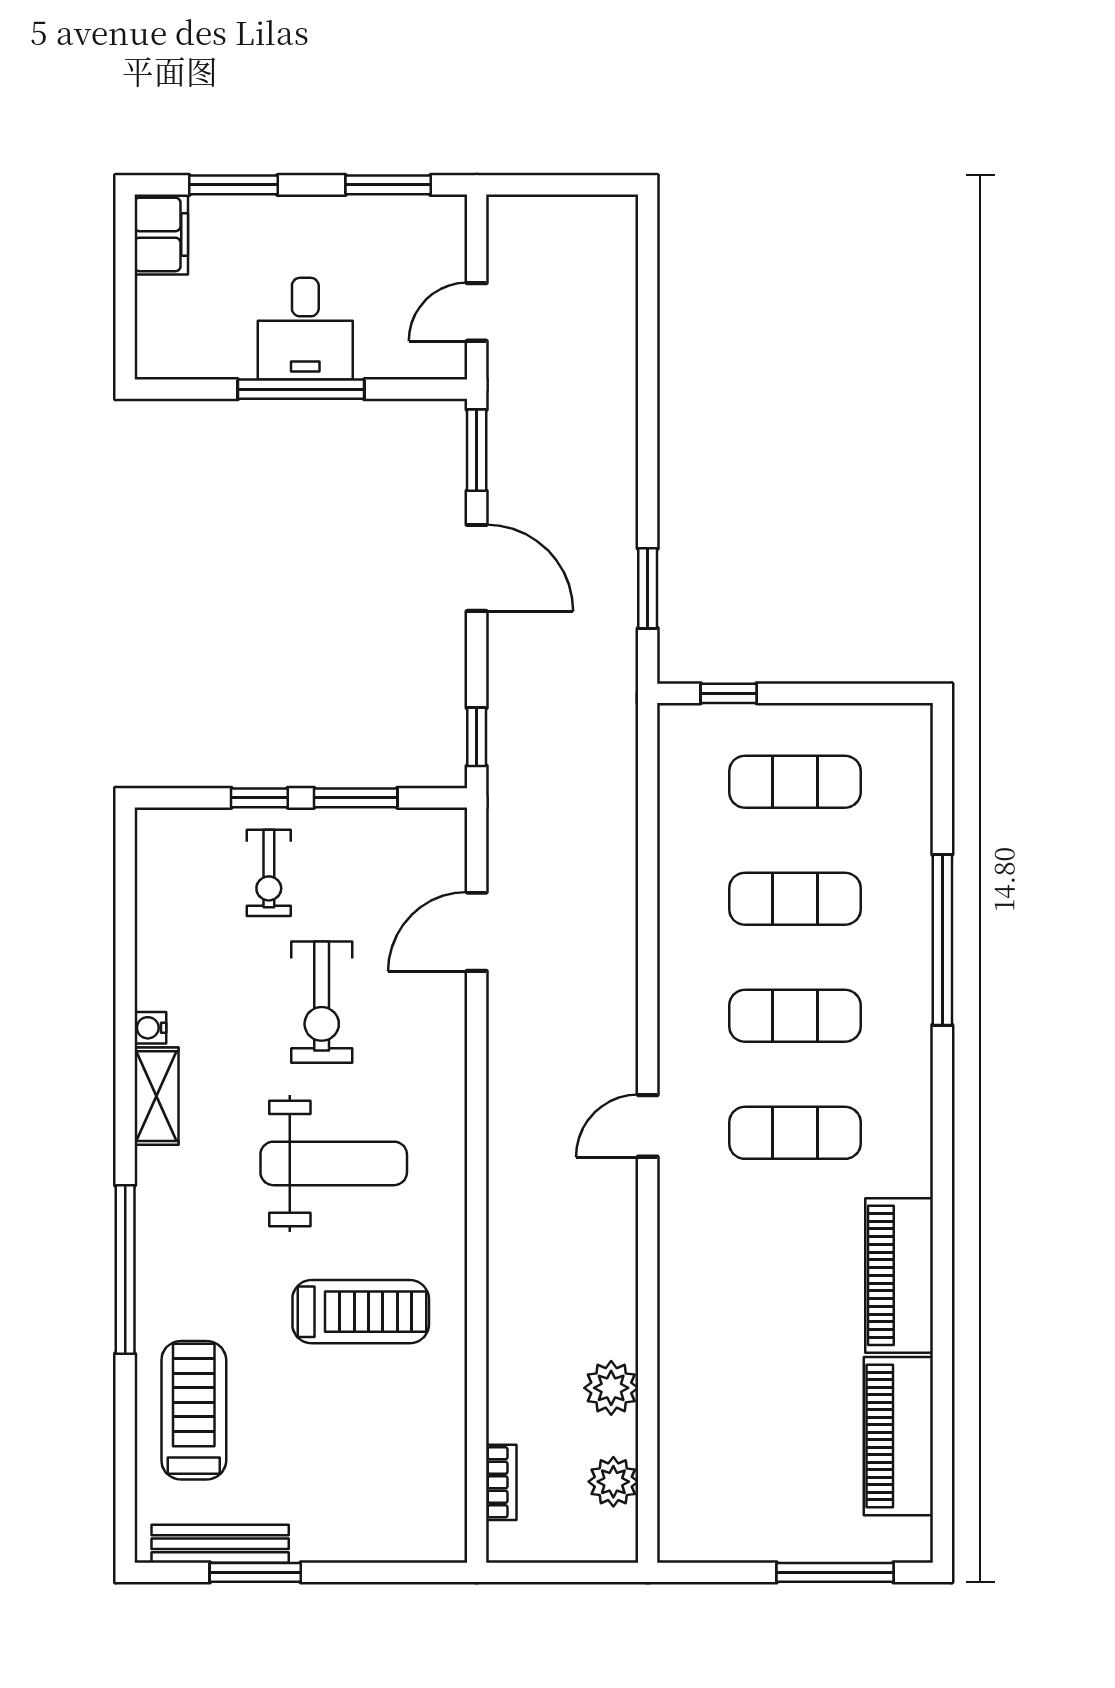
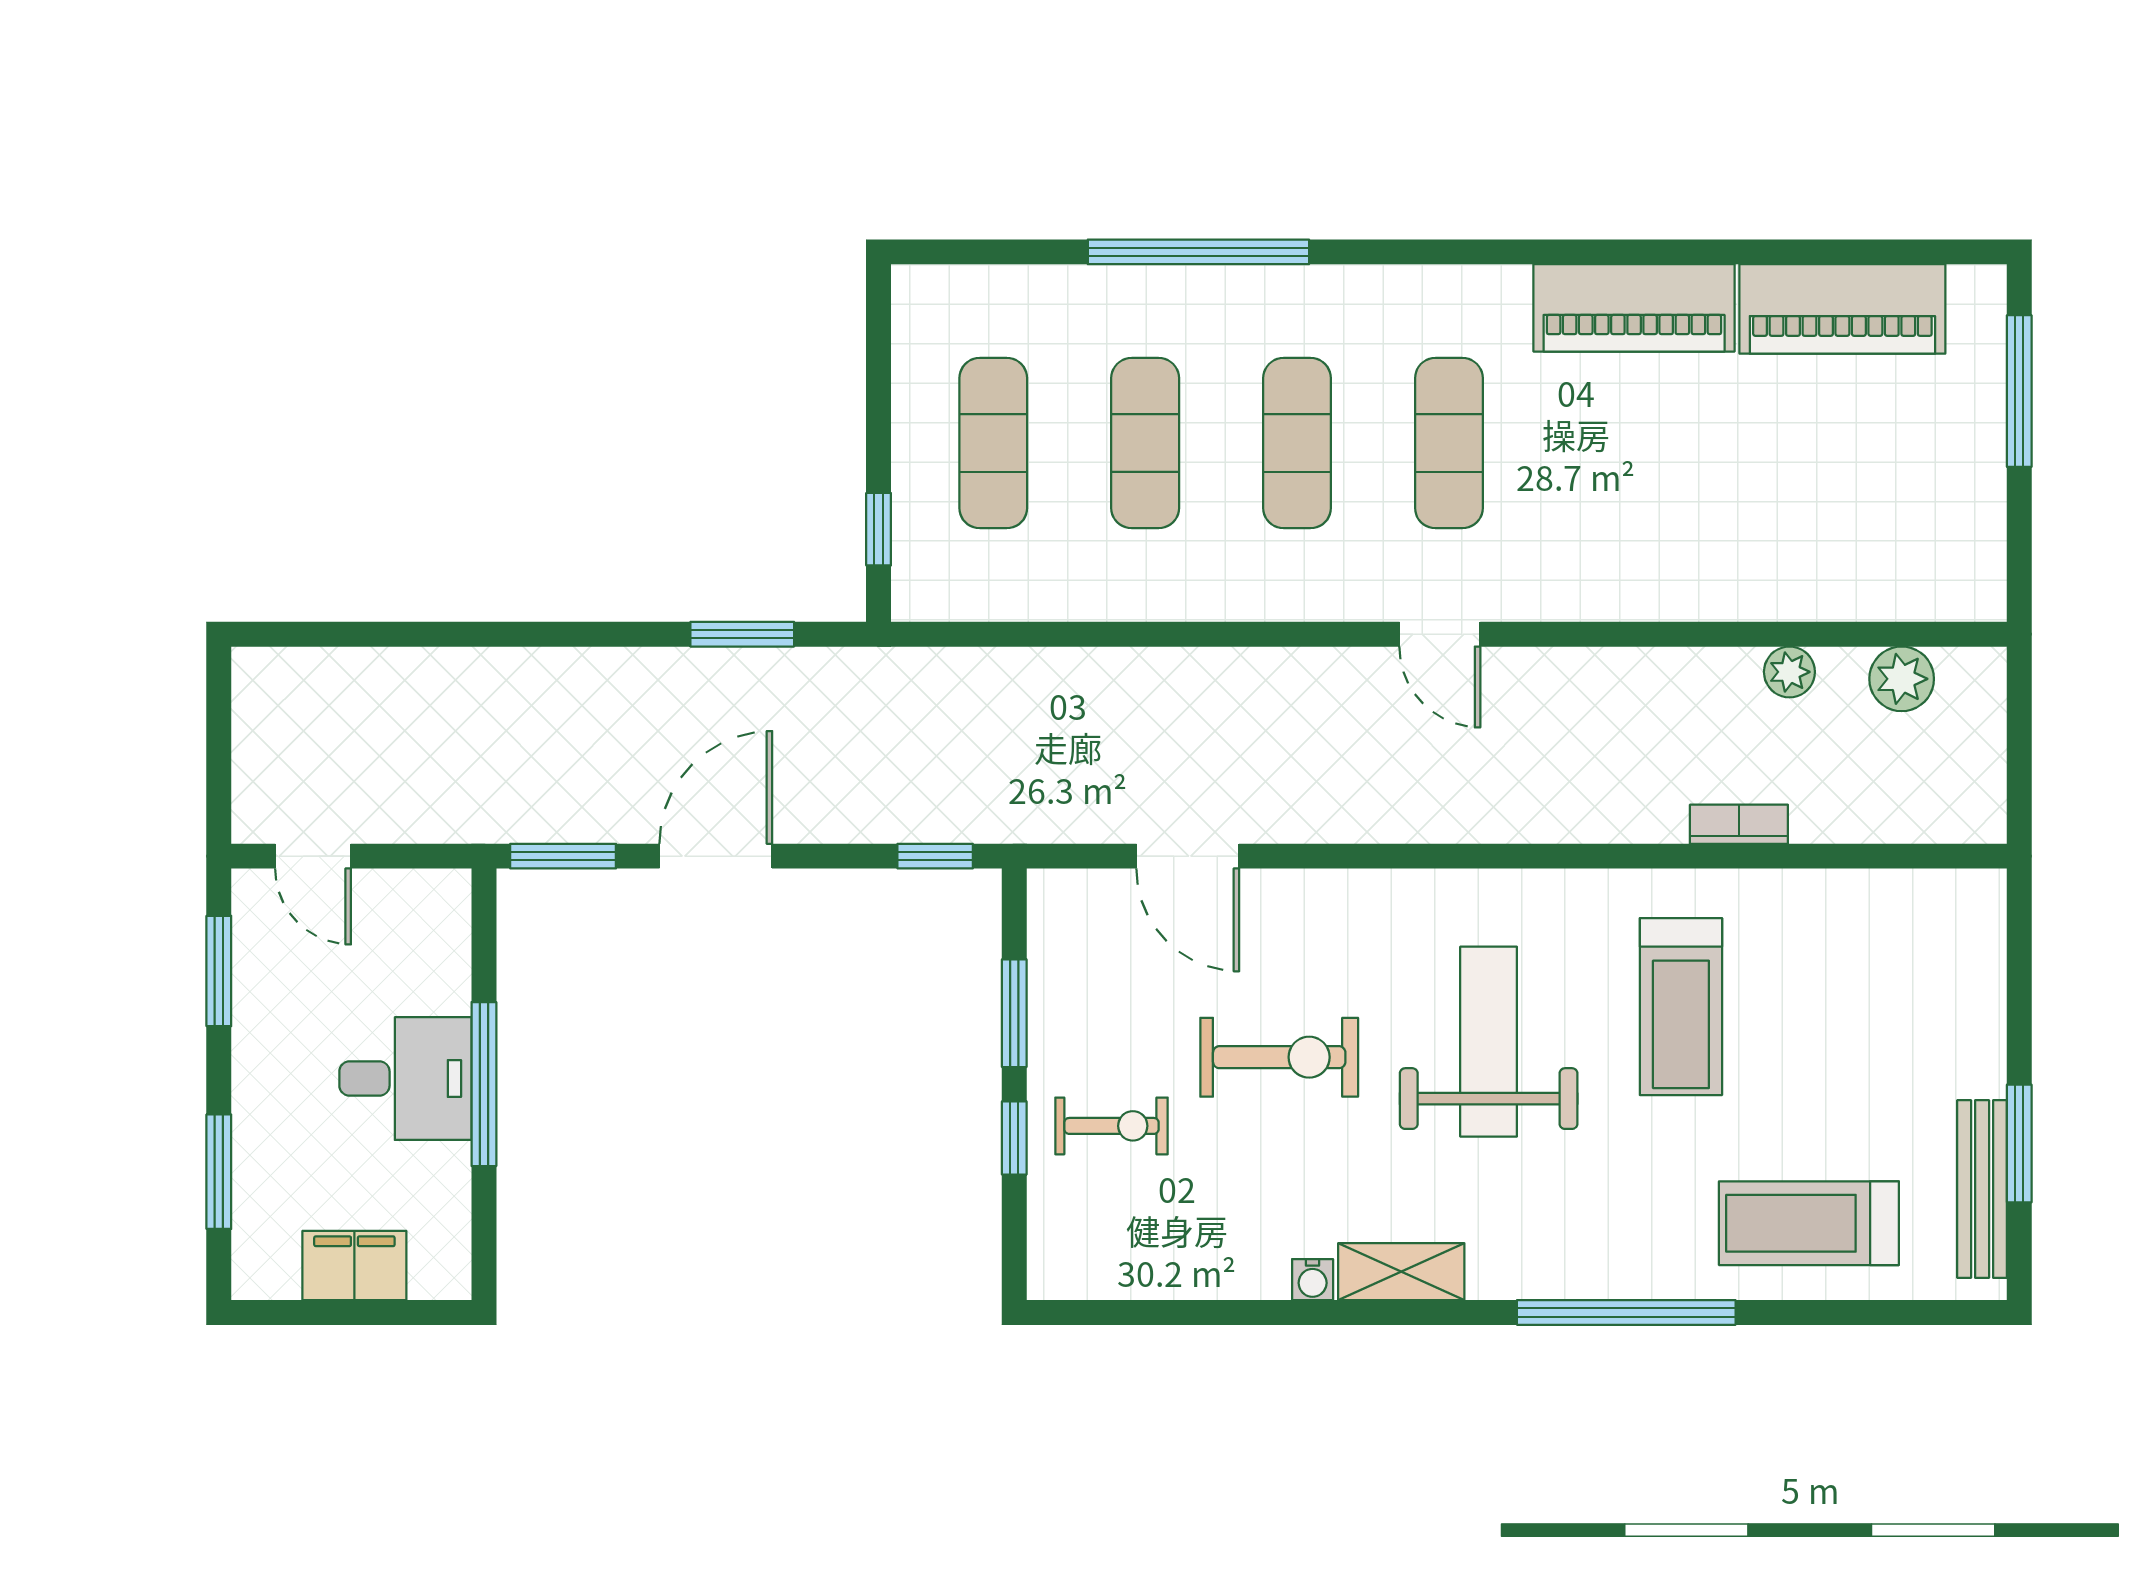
filing cabinet: (161, 234) -> (354, 1265), moved
door: (477, 312) -> (313, 856), moved
treadmill: (361, 1312) -> (1681, 1007), turned 180
plant: (611, 1388) -> (1789, 672), width x0.73, depth x0.73
bookcase: (501, 1482) -> (1739, 824), moved

